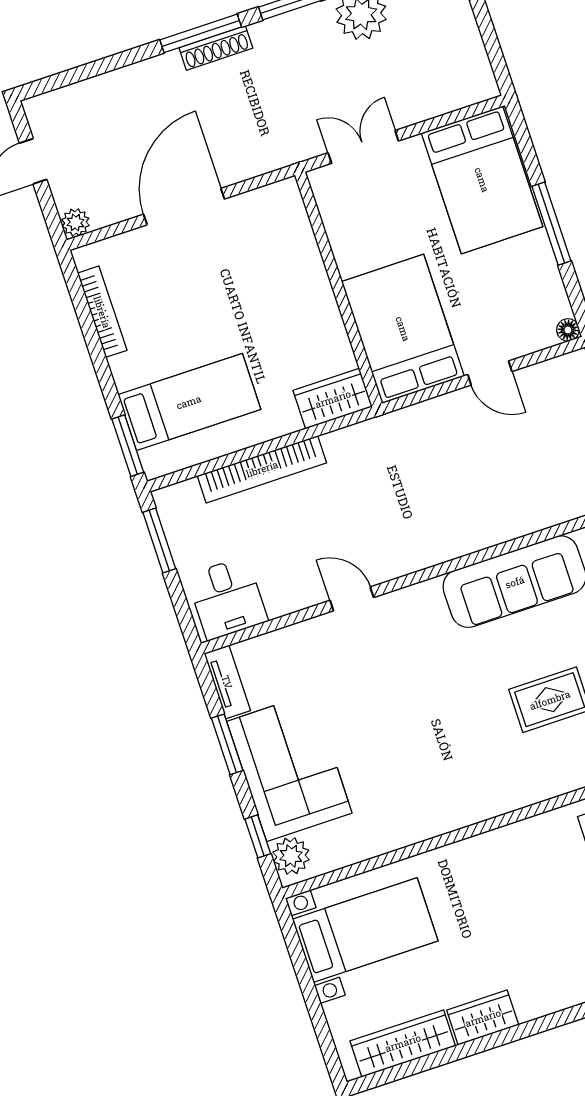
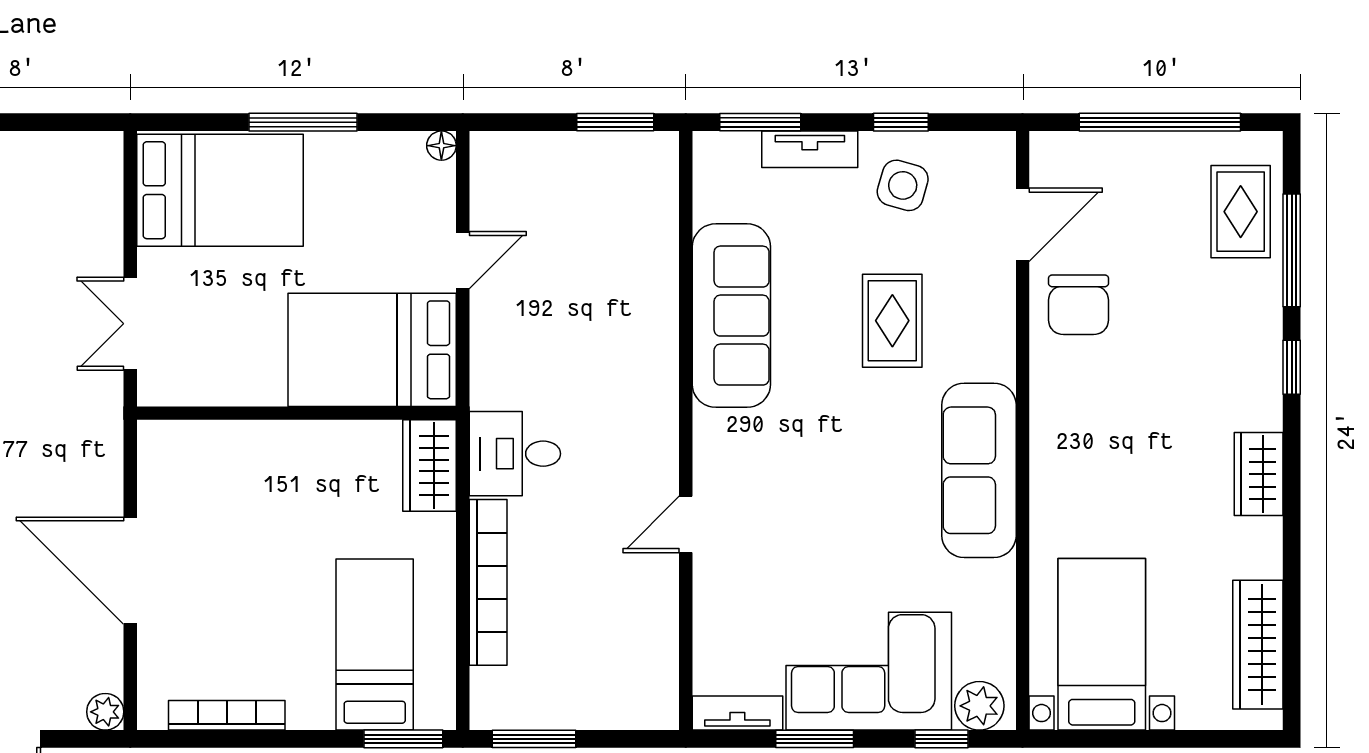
desk: (227, 598) -> (515, 454), moved, turned 180
sofa: (462, 799) -> (979, 470), added
wardrobe: (483, 1018) -> (1259, 474), moved

